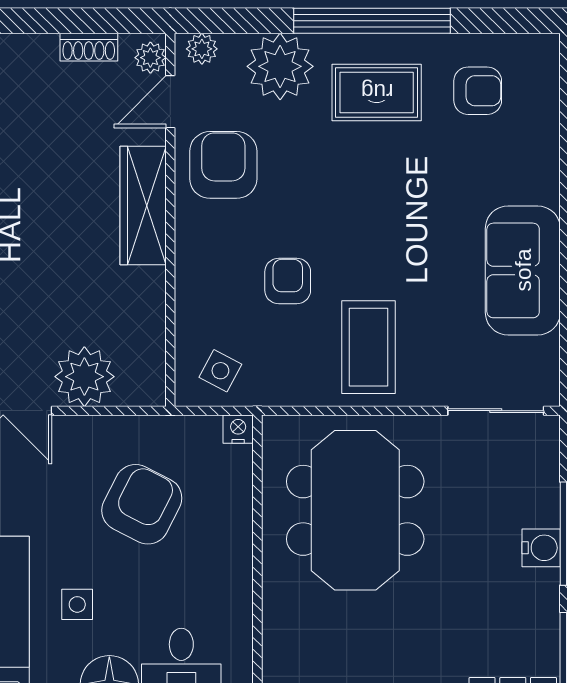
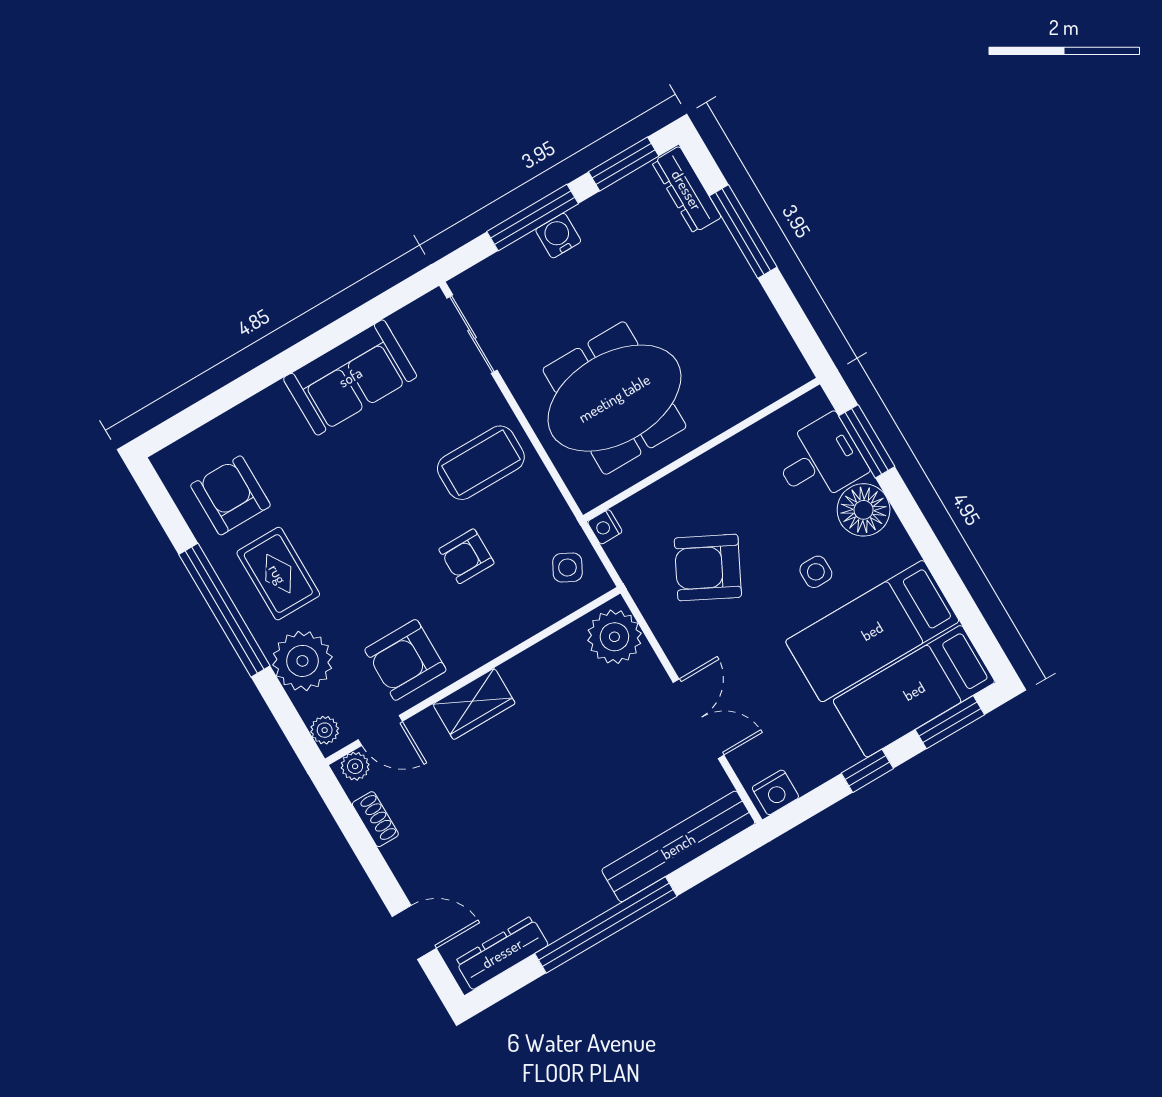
armchair: (478, 91) -> (230, 495), width x1.38, depth x1.38
wardrobe: (143, 205) -> (474, 704), width x0.67
plant: (84, 377) -> (614, 637), moved

